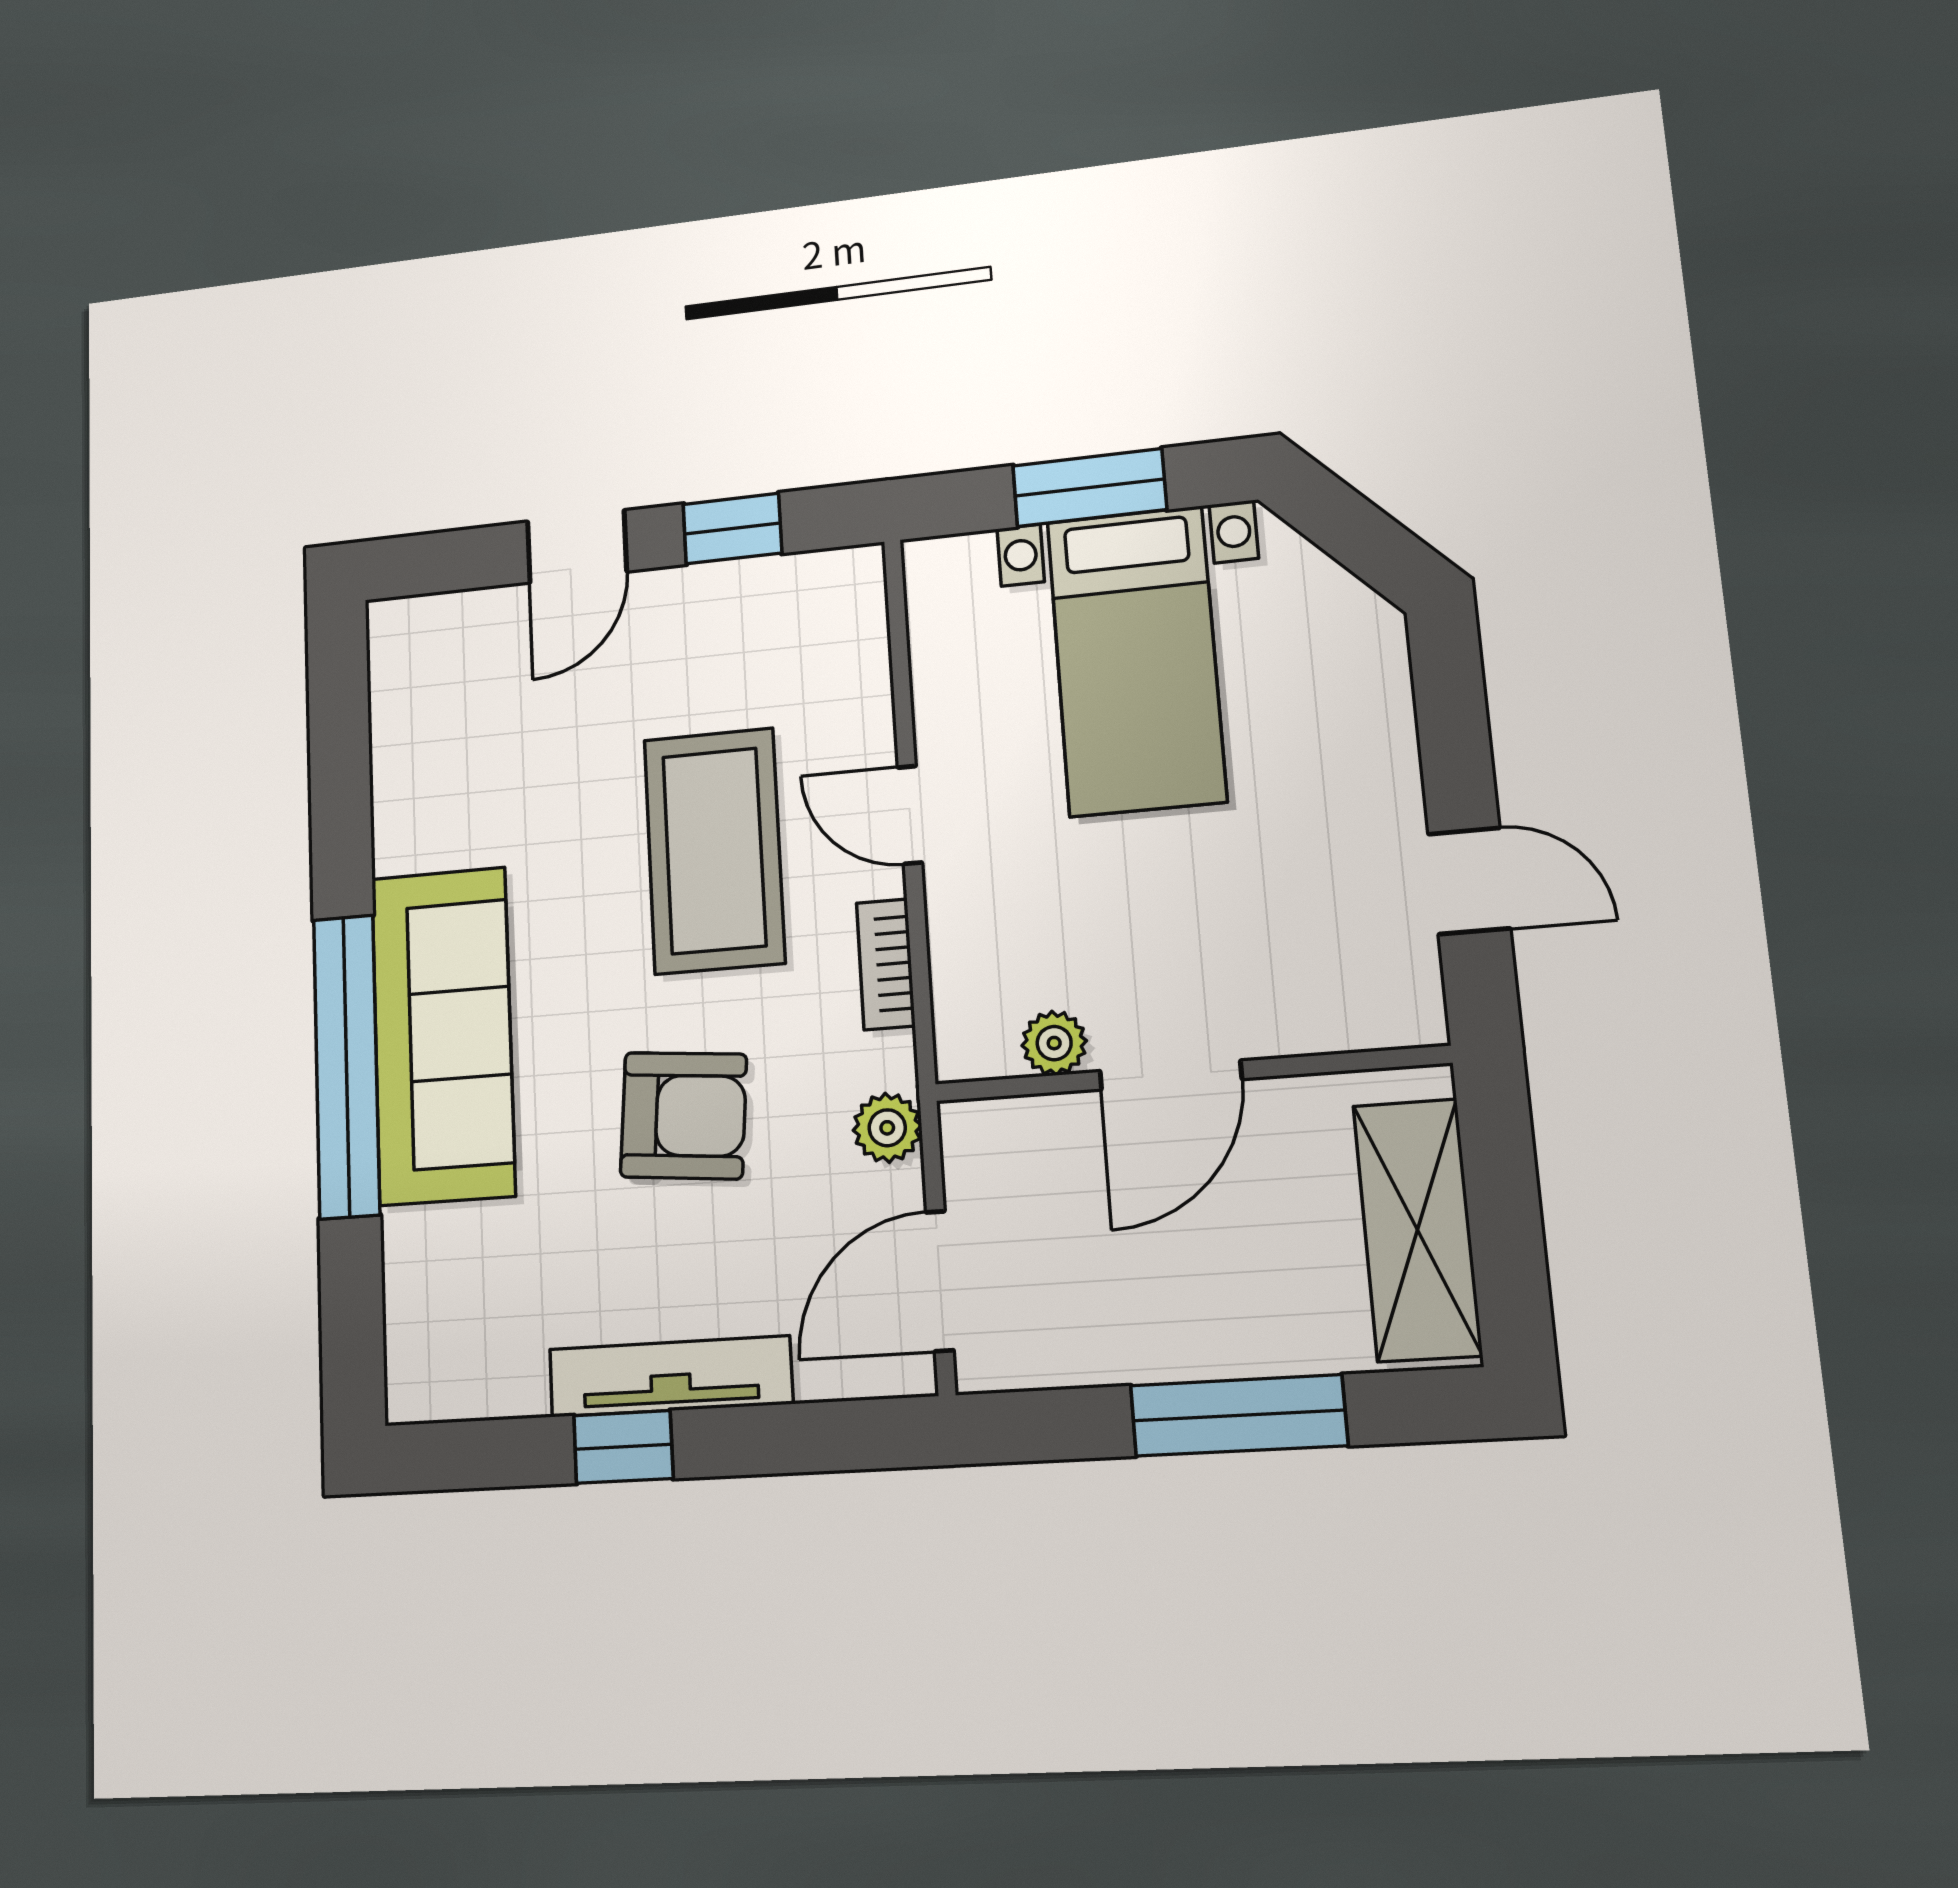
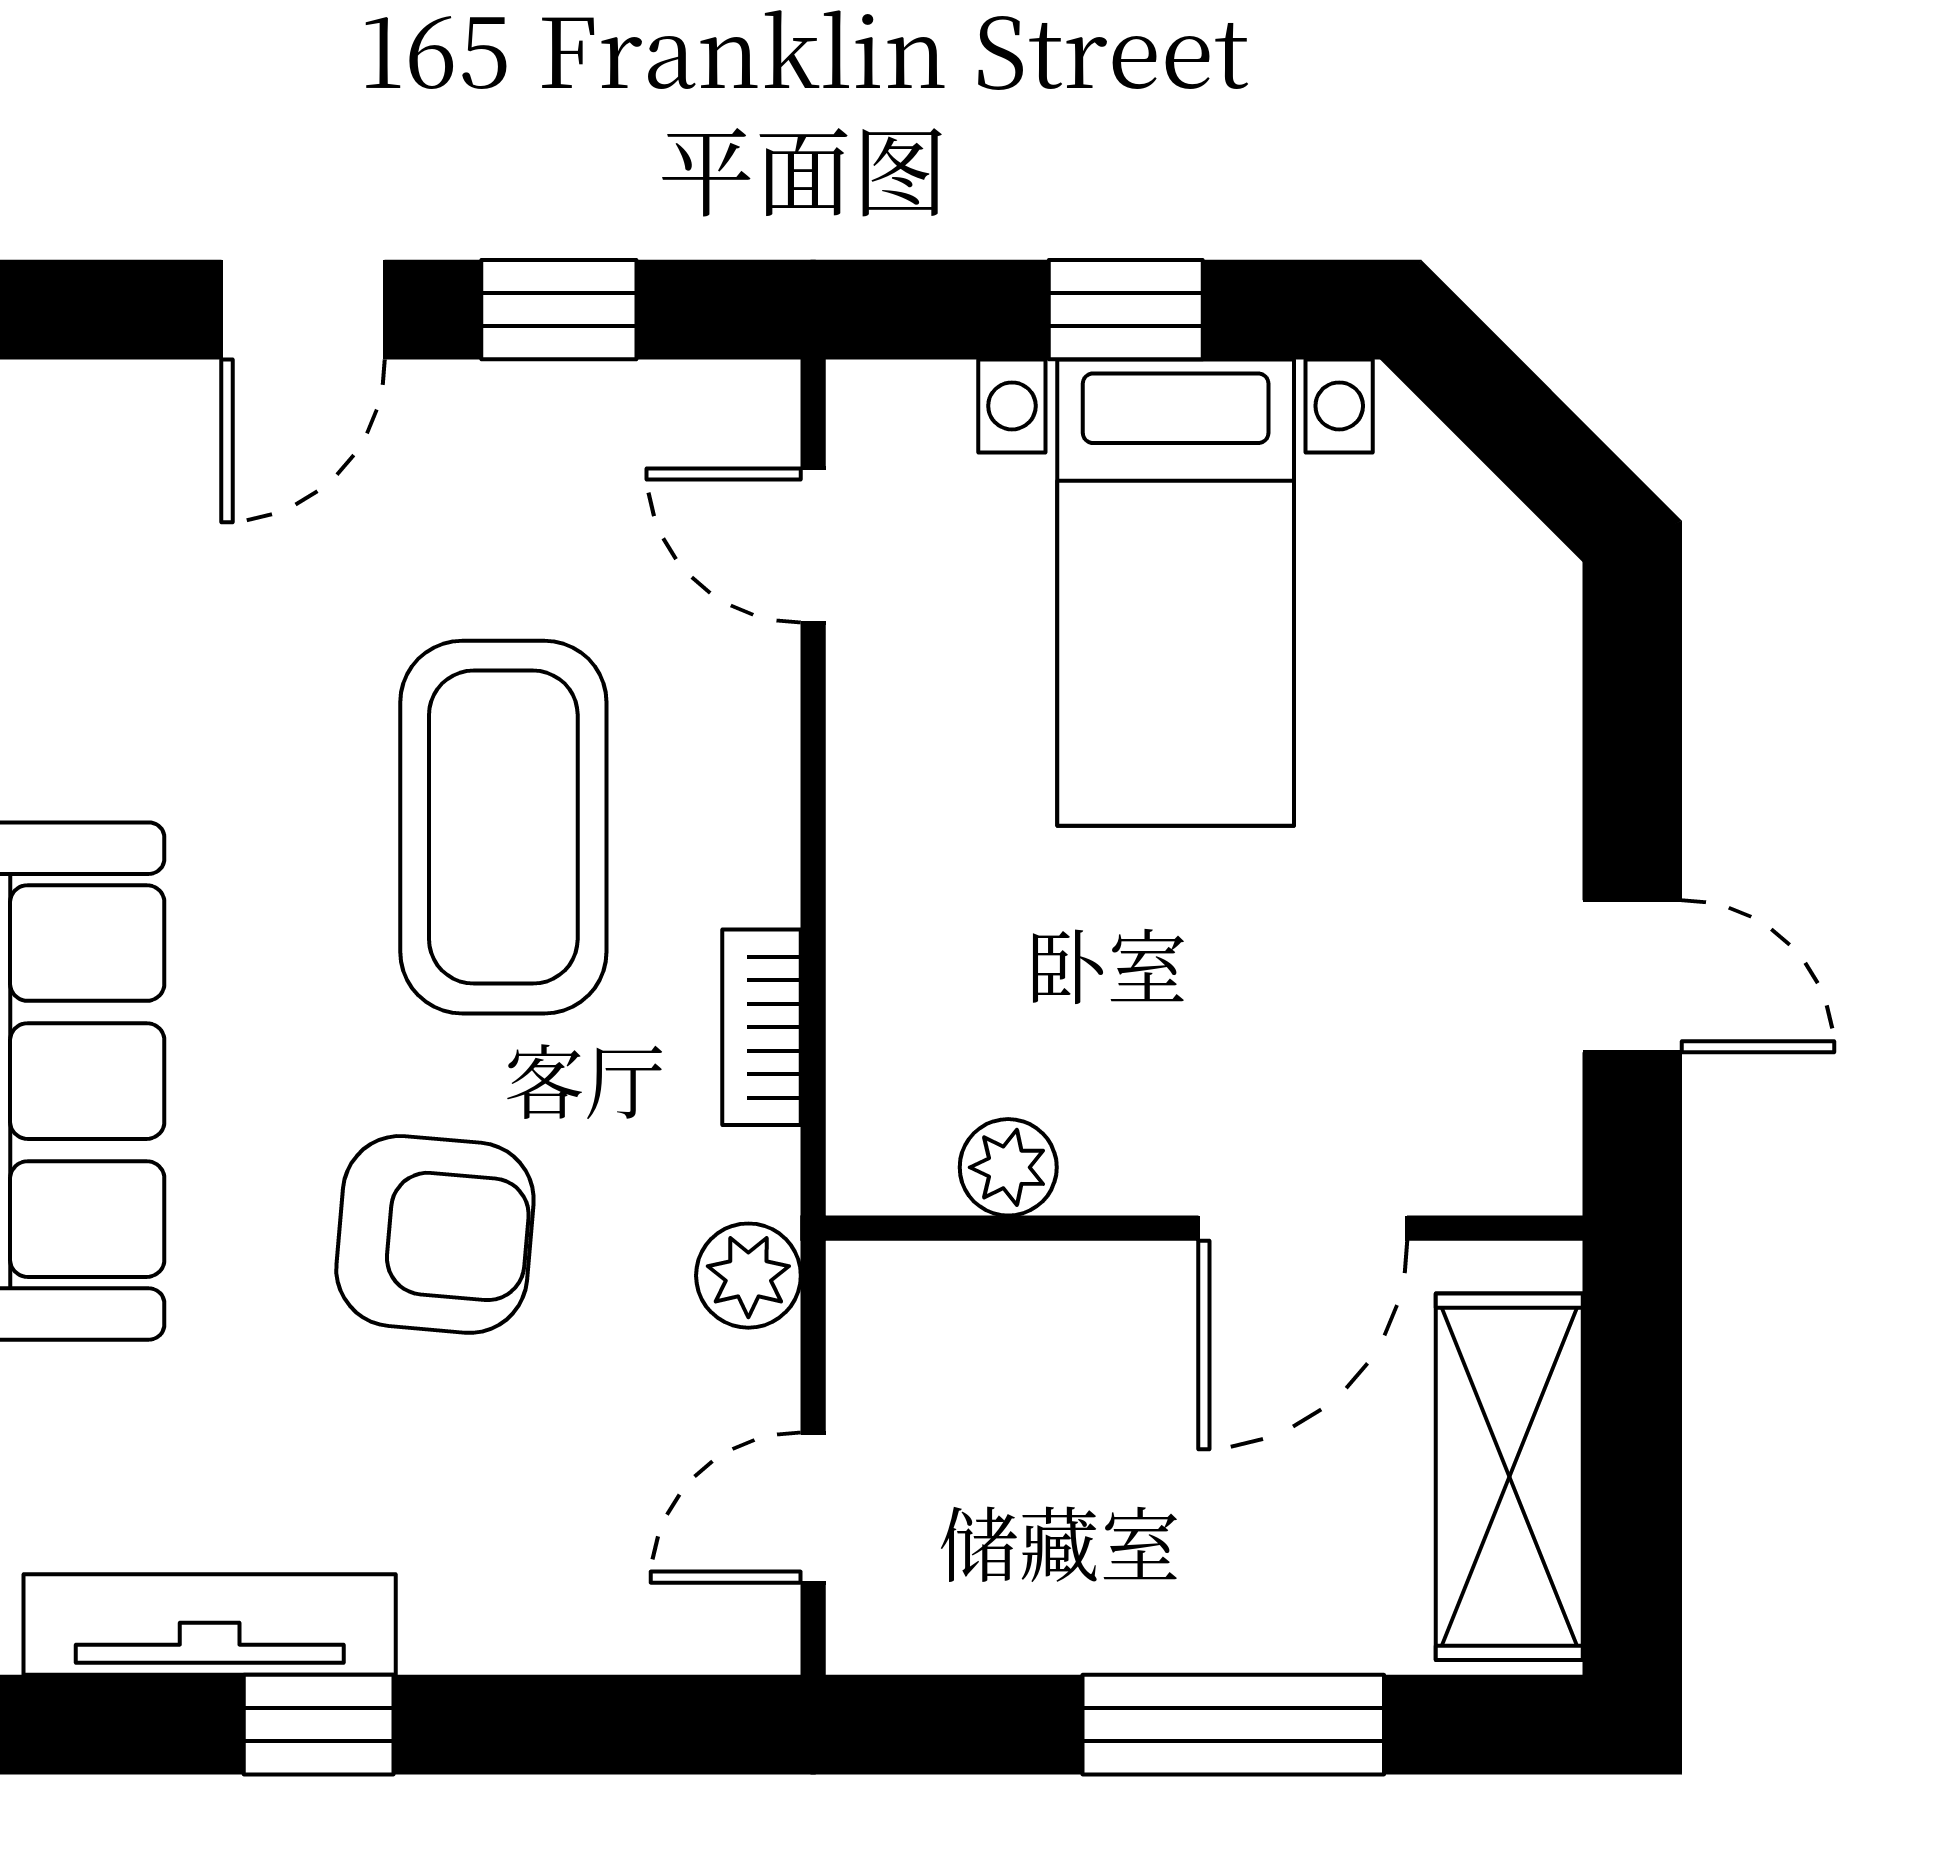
window: (1089, 488) -> (1126, 310), width x0.67
door: (910, 815) -> (813, 546), moved
door: (1171, 1075) -> (1303, 1228), moved
door: (940, 1281) -> (813, 1508), width x0.73
tv unit: (670, 1376) -> (210, 1625), moved

